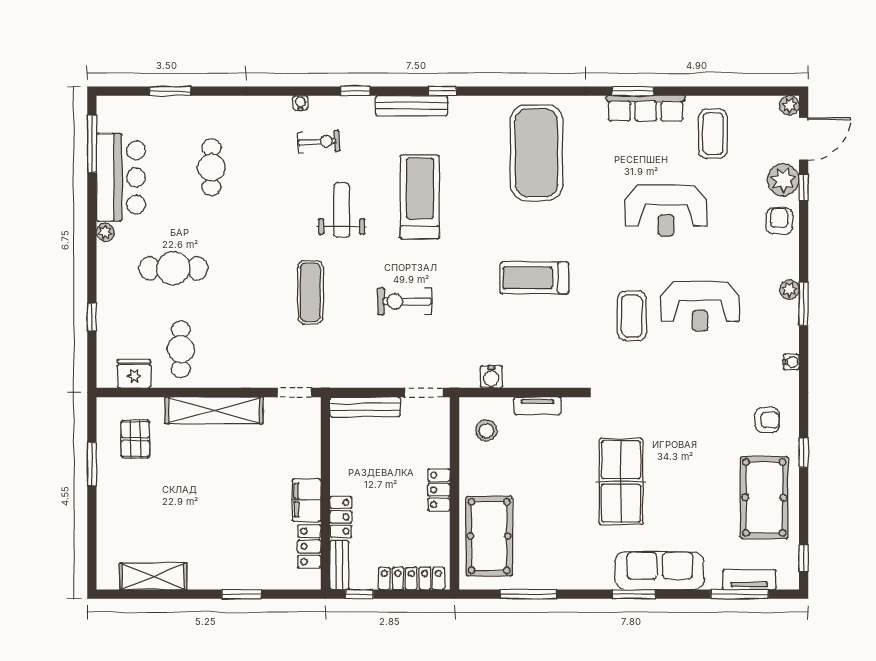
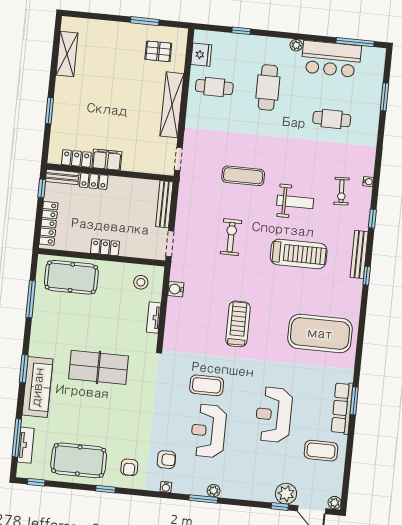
armchair: (779, 221) -> (166, 460), moved

